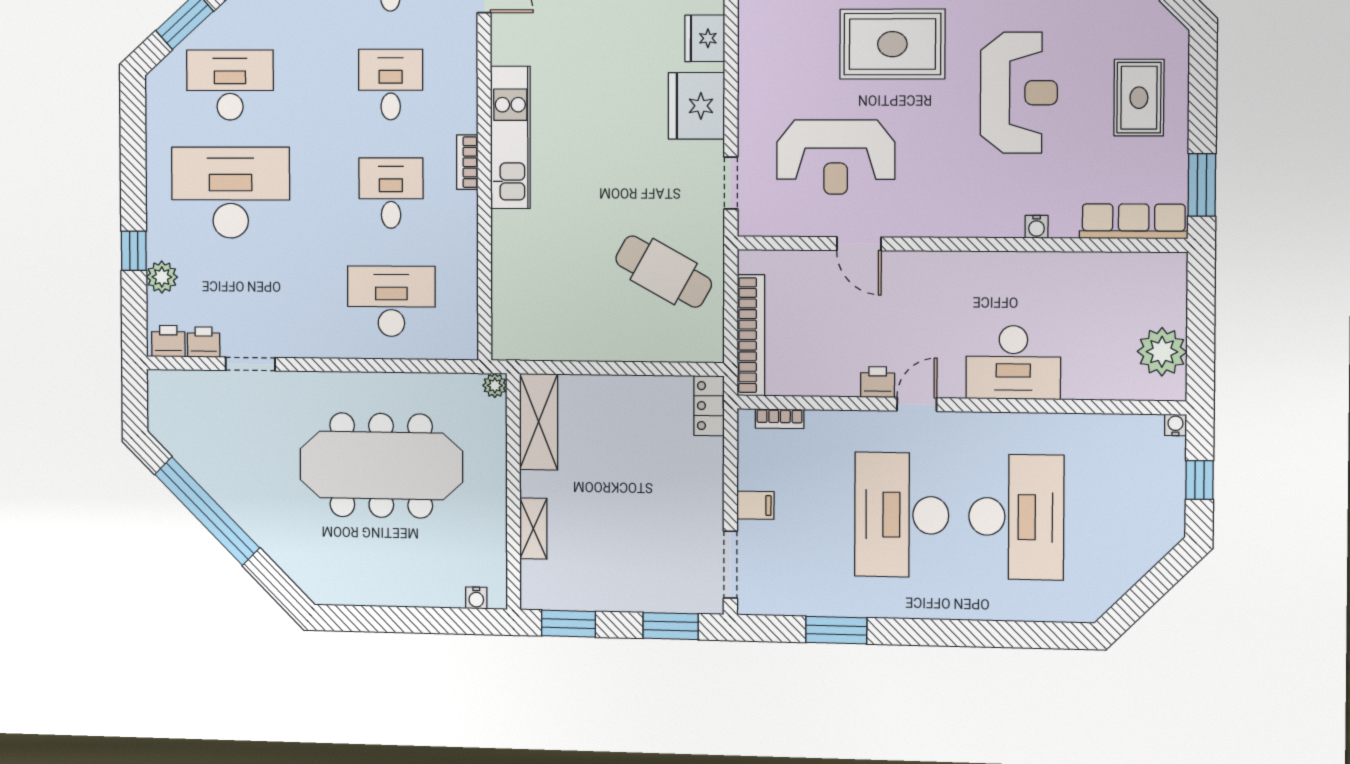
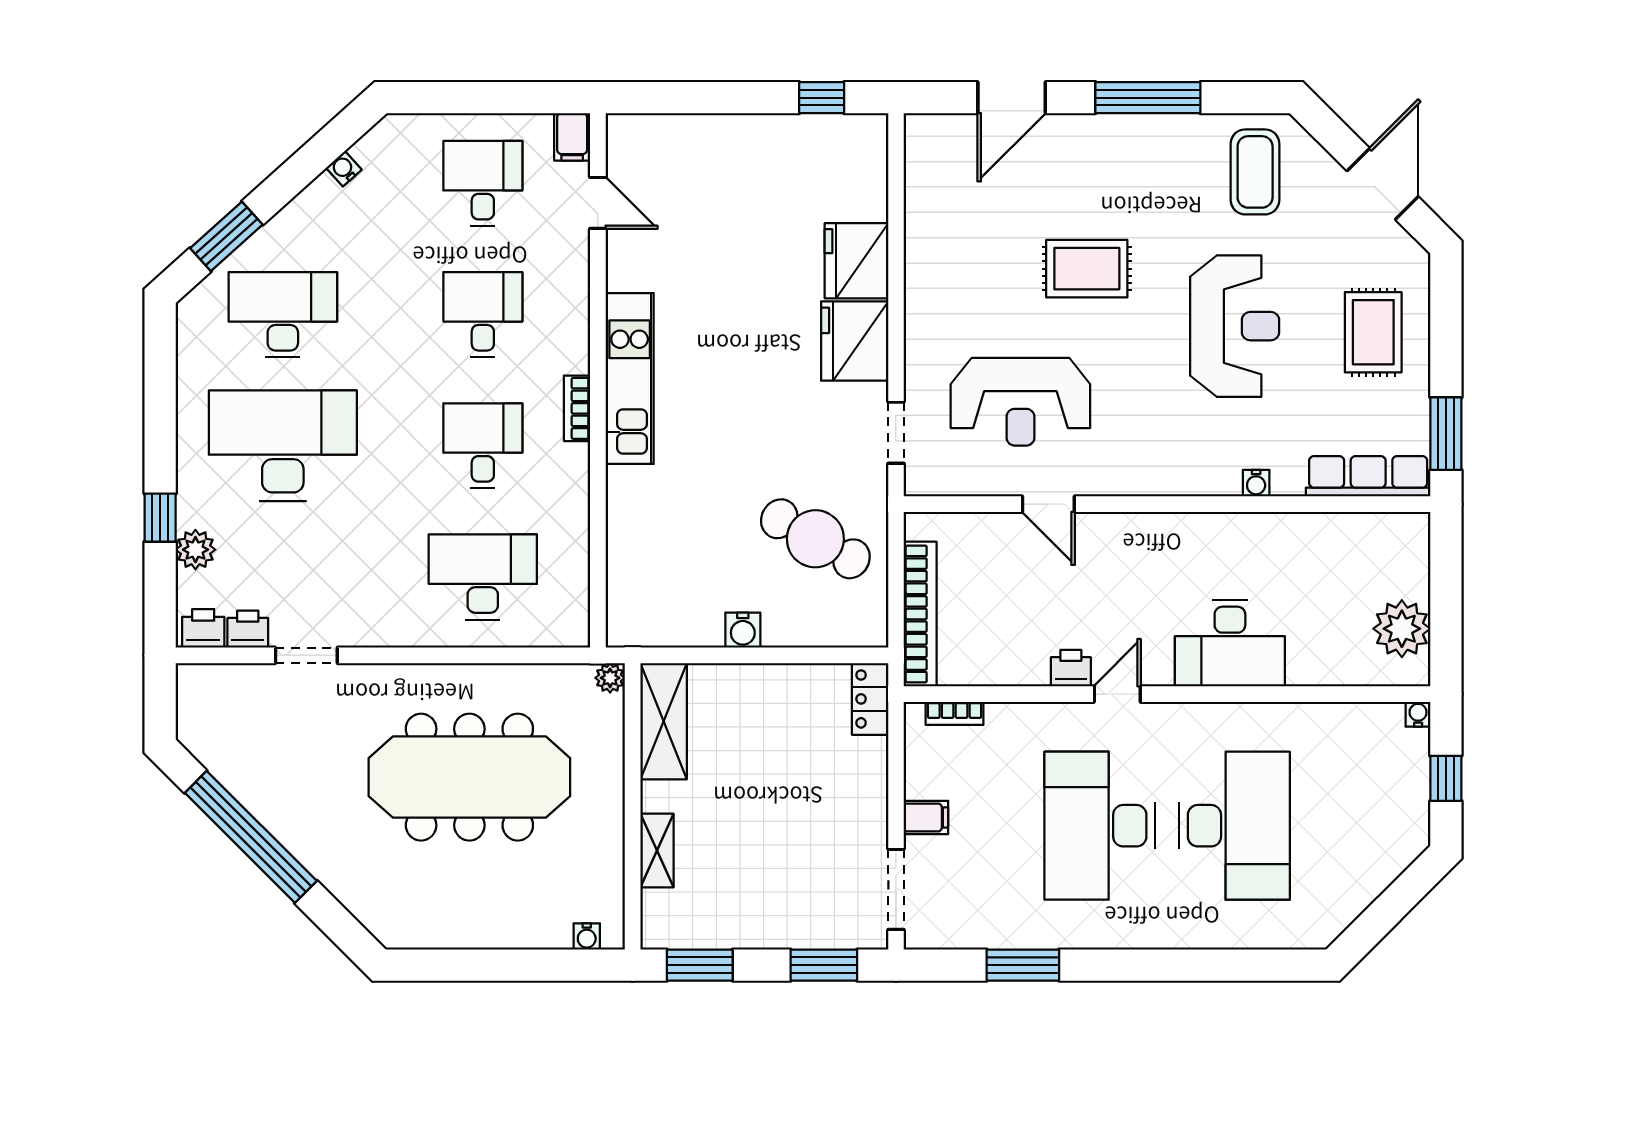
fridge: (705, 38) -> (856, 261), width x1.36, depth x1.34
rug: (892, 44) -> (1087, 269), width x0.73, depth x0.70
water cooler: (604, 347) -> (743, 630), added

